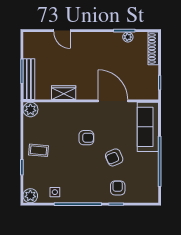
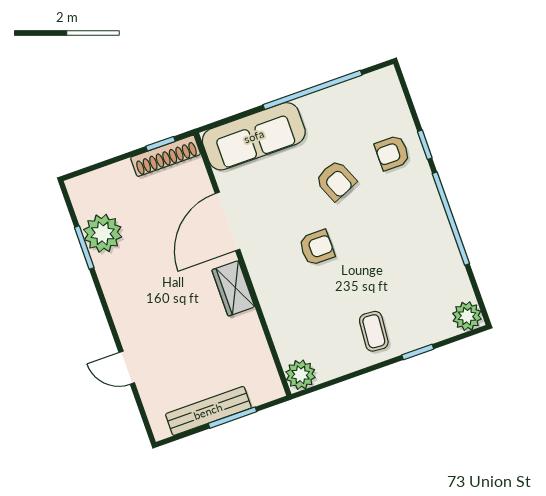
door: (62, 31) -> (127, 368), swing flipped
plant: (128, 37) -> (103, 233), width x1.87, depth x1.87
shoe rack: (153, 48) -> (166, 156), moved
bench: (29, 79) -> (208, 411), moved
wardrobe: (64, 93) -> (233, 288), moved
armchair: (86, 138) -> (317, 248), turned 90
side table: (55, 192) -> (443, 271), removed

